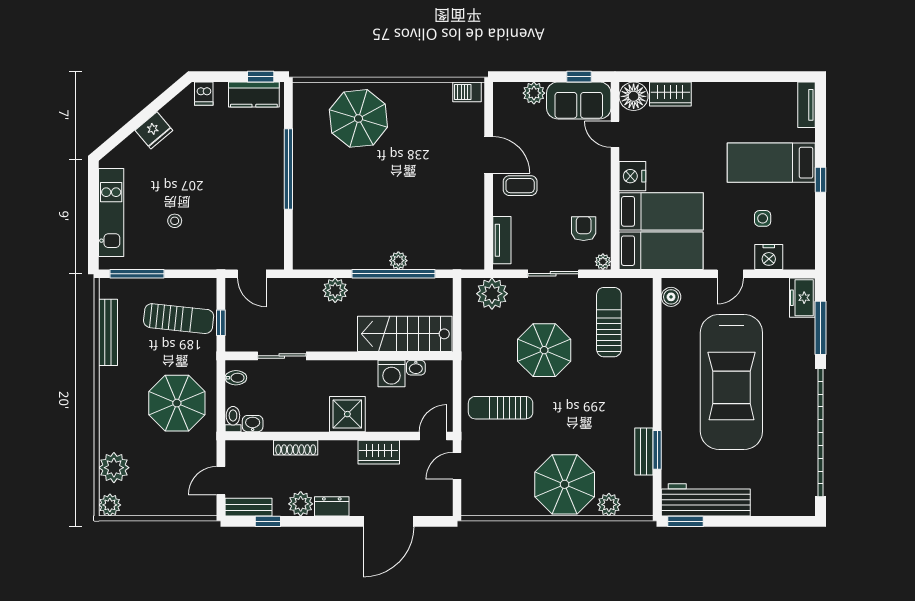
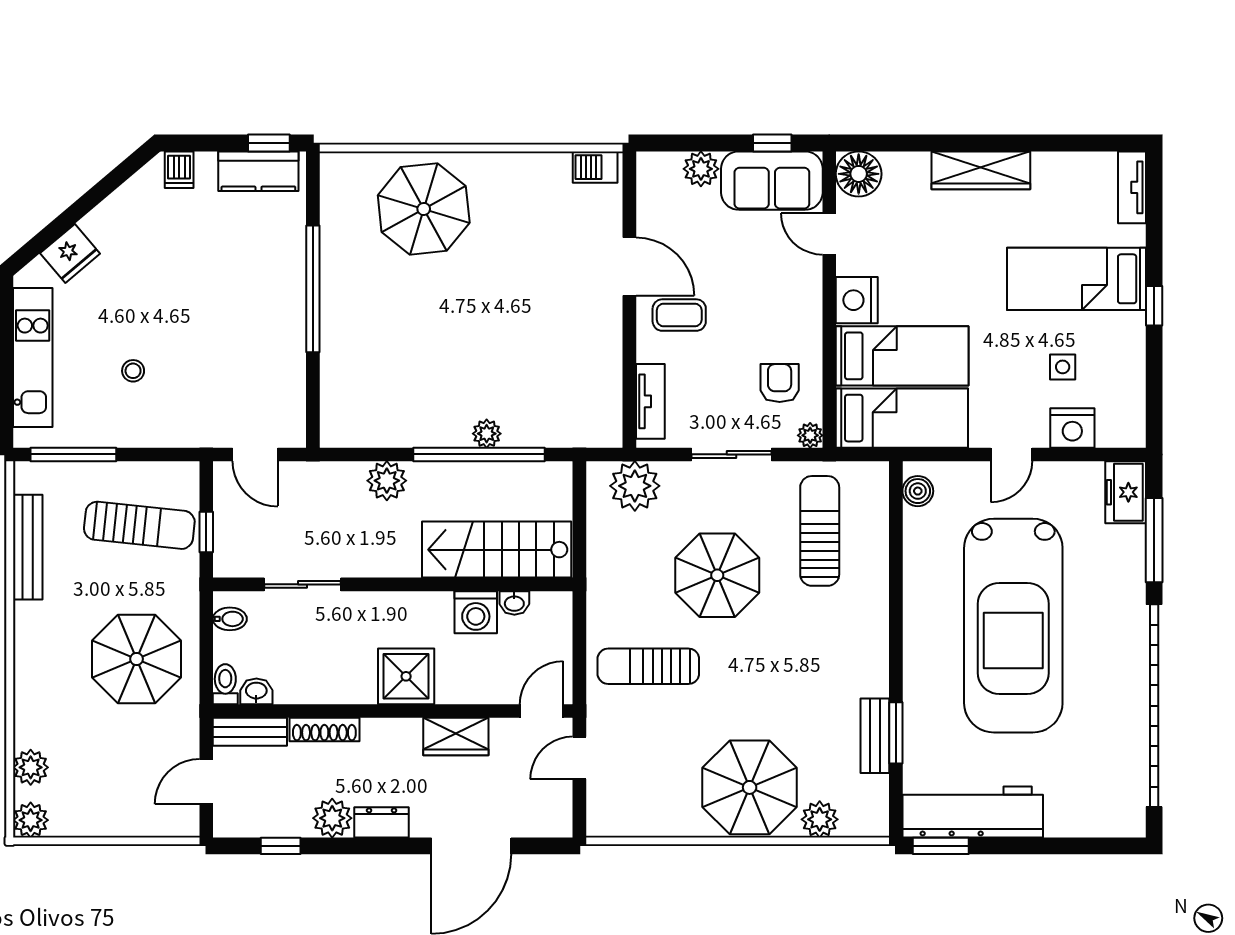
wardrobe: (670, 94) -> (981, 170), moved, width x1.50
fridge: (154, 130) -> (70, 253), moved
plant: (114, 468) -> (31, 767), width x0.73, depth x0.73
bench: (249, 507) -> (250, 732), moved

